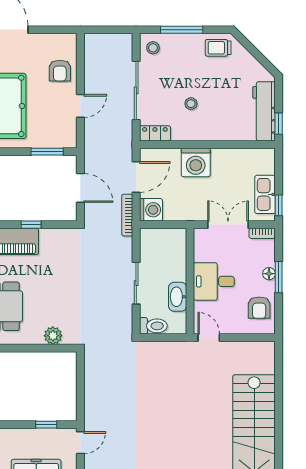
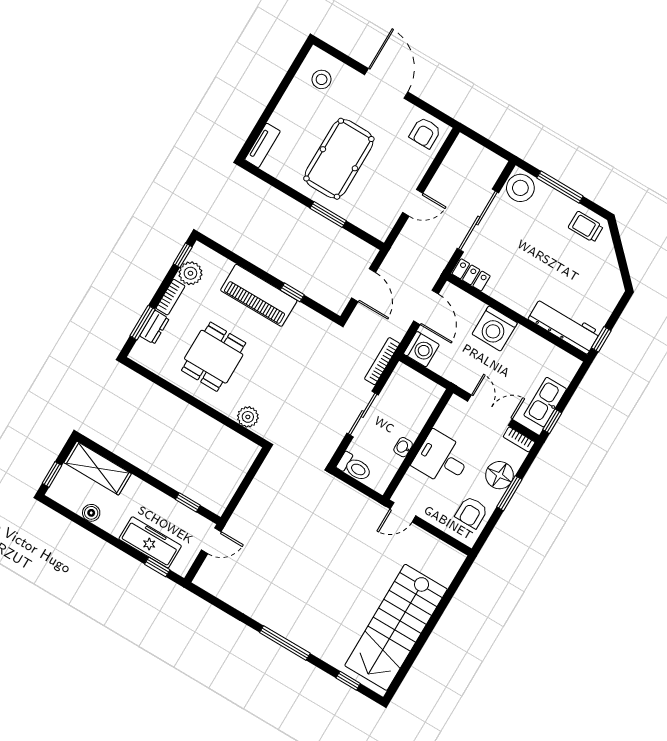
stool: (153, 48) -> (520, 188), width x1.89, depth x1.89
armchair: (60, 71) -> (425, 133), moved
stool: (191, 104) -> (525, 267), removed
workbench: (264, 111) -> (564, 326), moved, turned 90
window: (47, 152) -> (328, 214), moved
door: (136, 177) -> (426, 307), hinge flipped
bookcase: (127, 215) -> (382, 361), moved
floor lamp: (269, 274) -> (499, 475), width x1.89, depth x1.89
washbasin: (178, 297) -> (403, 447), width x0.52, depth x0.69
door: (209, 338) -> (403, 512), swing flipped

